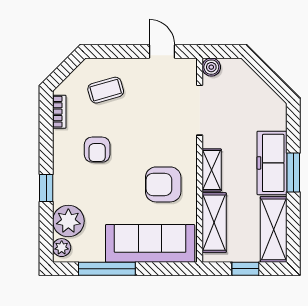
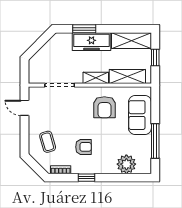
door: (162, 52) -> (24, 108), hinge flipped
boiler: (211, 67) -> (34, 78), removed
window: (293, 172) -> (84, 29), moved
window: (46, 188) -> (86, 178), moved
sofa: (150, 243) -> (140, 115), width x0.73
plant: (62, 248) -> (142, 168), removed

